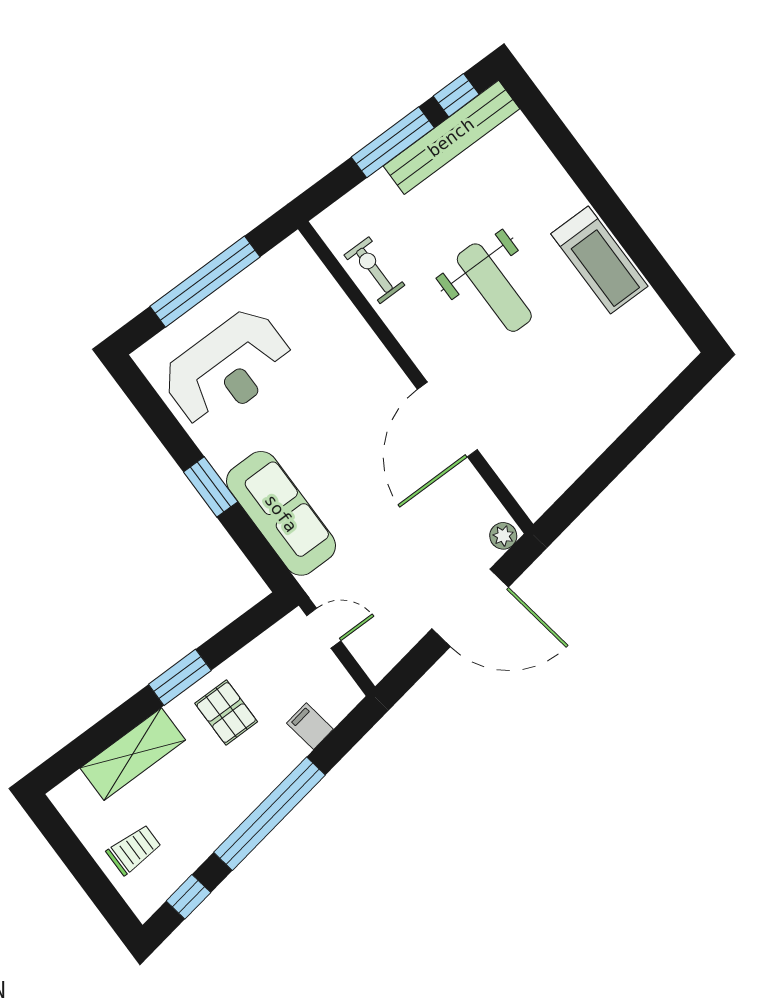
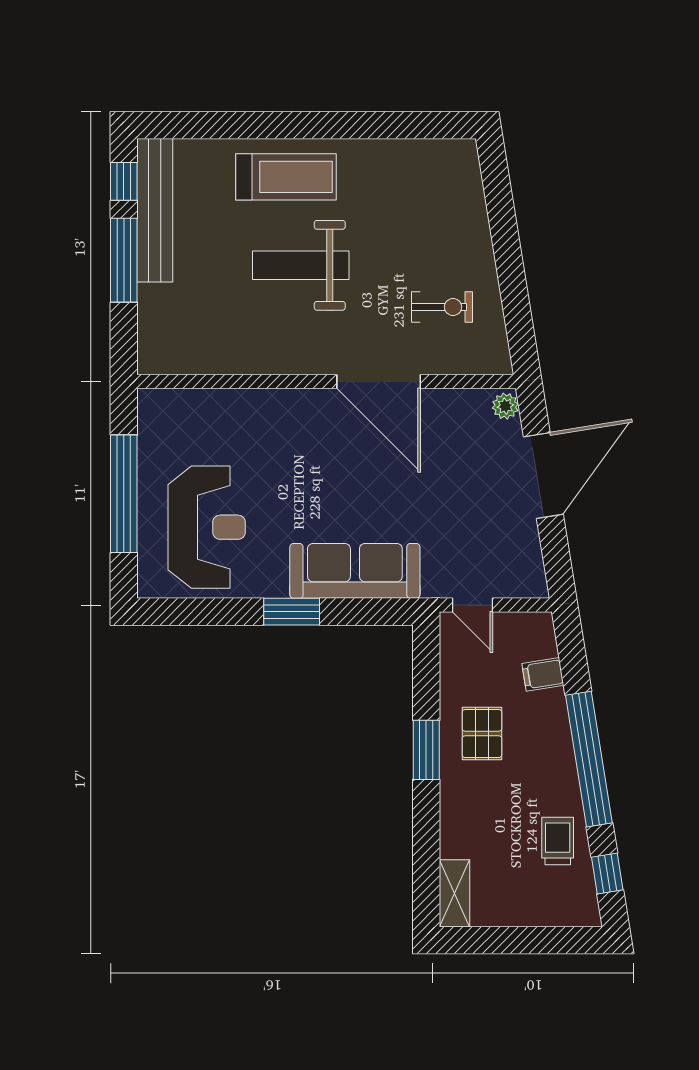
treadmill: (599, 260) -> (286, 177), moved
exercise bike: (374, 270) -> (442, 307), moved, turned 180
weight bench: (494, 288) -> (301, 265), turned 180
door: (324, 628) -> (472, 605), swing flipped
pallet: (226, 713) -> (482, 734), turned 90
shelving: (133, 754) -> (455, 893), moved, width x0.67, depth x0.75
trolley: (134, 850) -> (558, 841), moved

